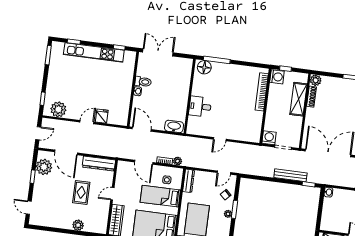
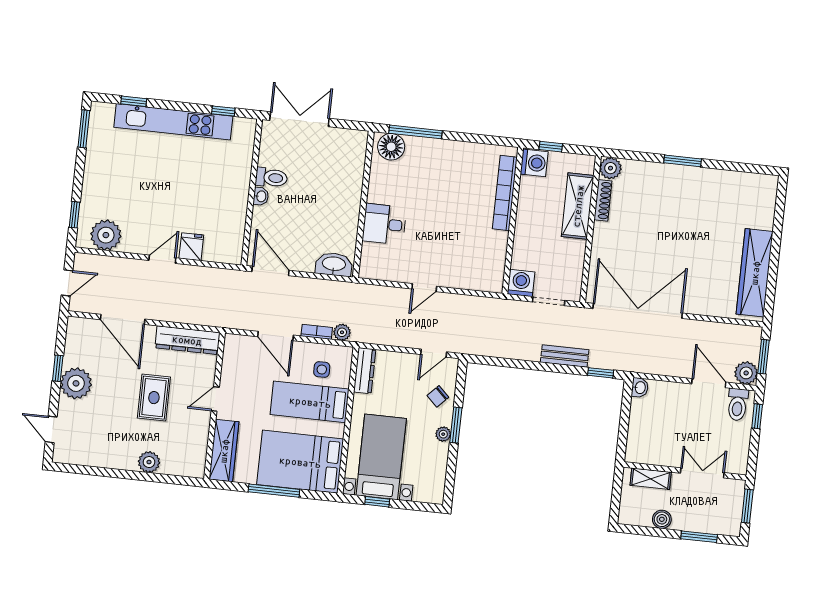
plant: (44, 167) -> (76, 383), moved
bench: (290, 175) -> (565, 356), width x0.73

